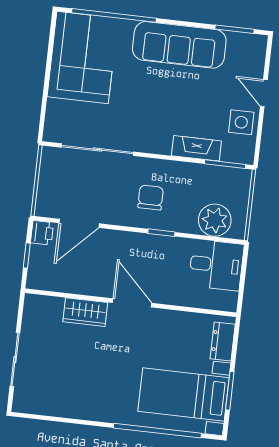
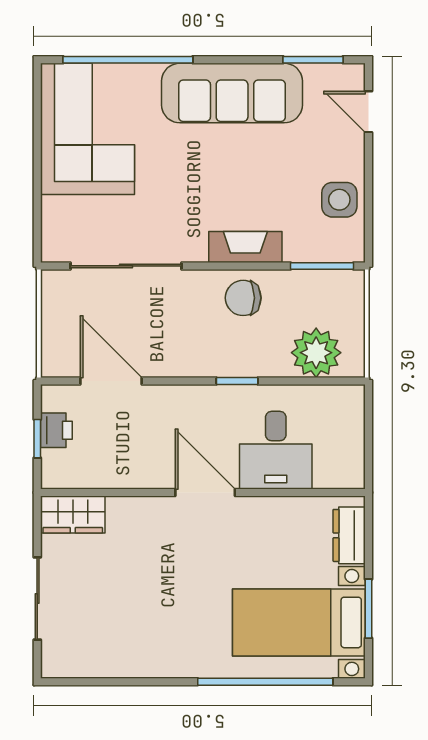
door: (264, 93) -> (368, 112), moved
fireplace: (196, 148) -> (245, 247), moved
chair: (151, 197) -> (243, 298), moved, turned -90
door: (79, 223) -> (111, 381), swing flipped
printer: (42, 233) -> (56, 430), moved
desk: (216, 265) -> (276, 450), moved, turned 90
wardrobe: (85, 312) -> (73, 515), moved

